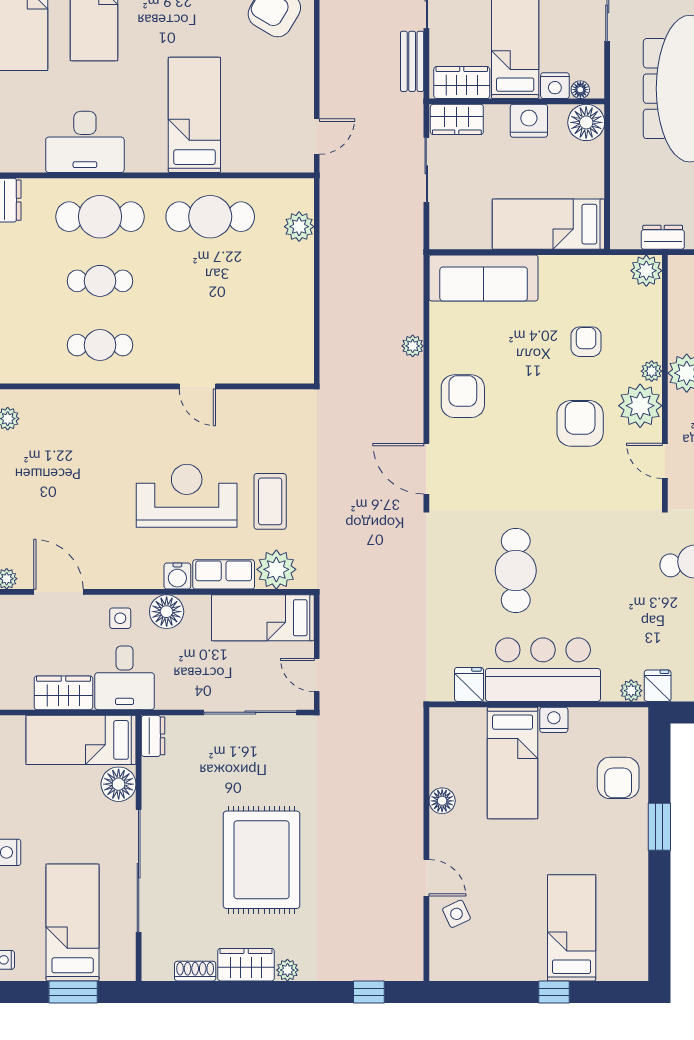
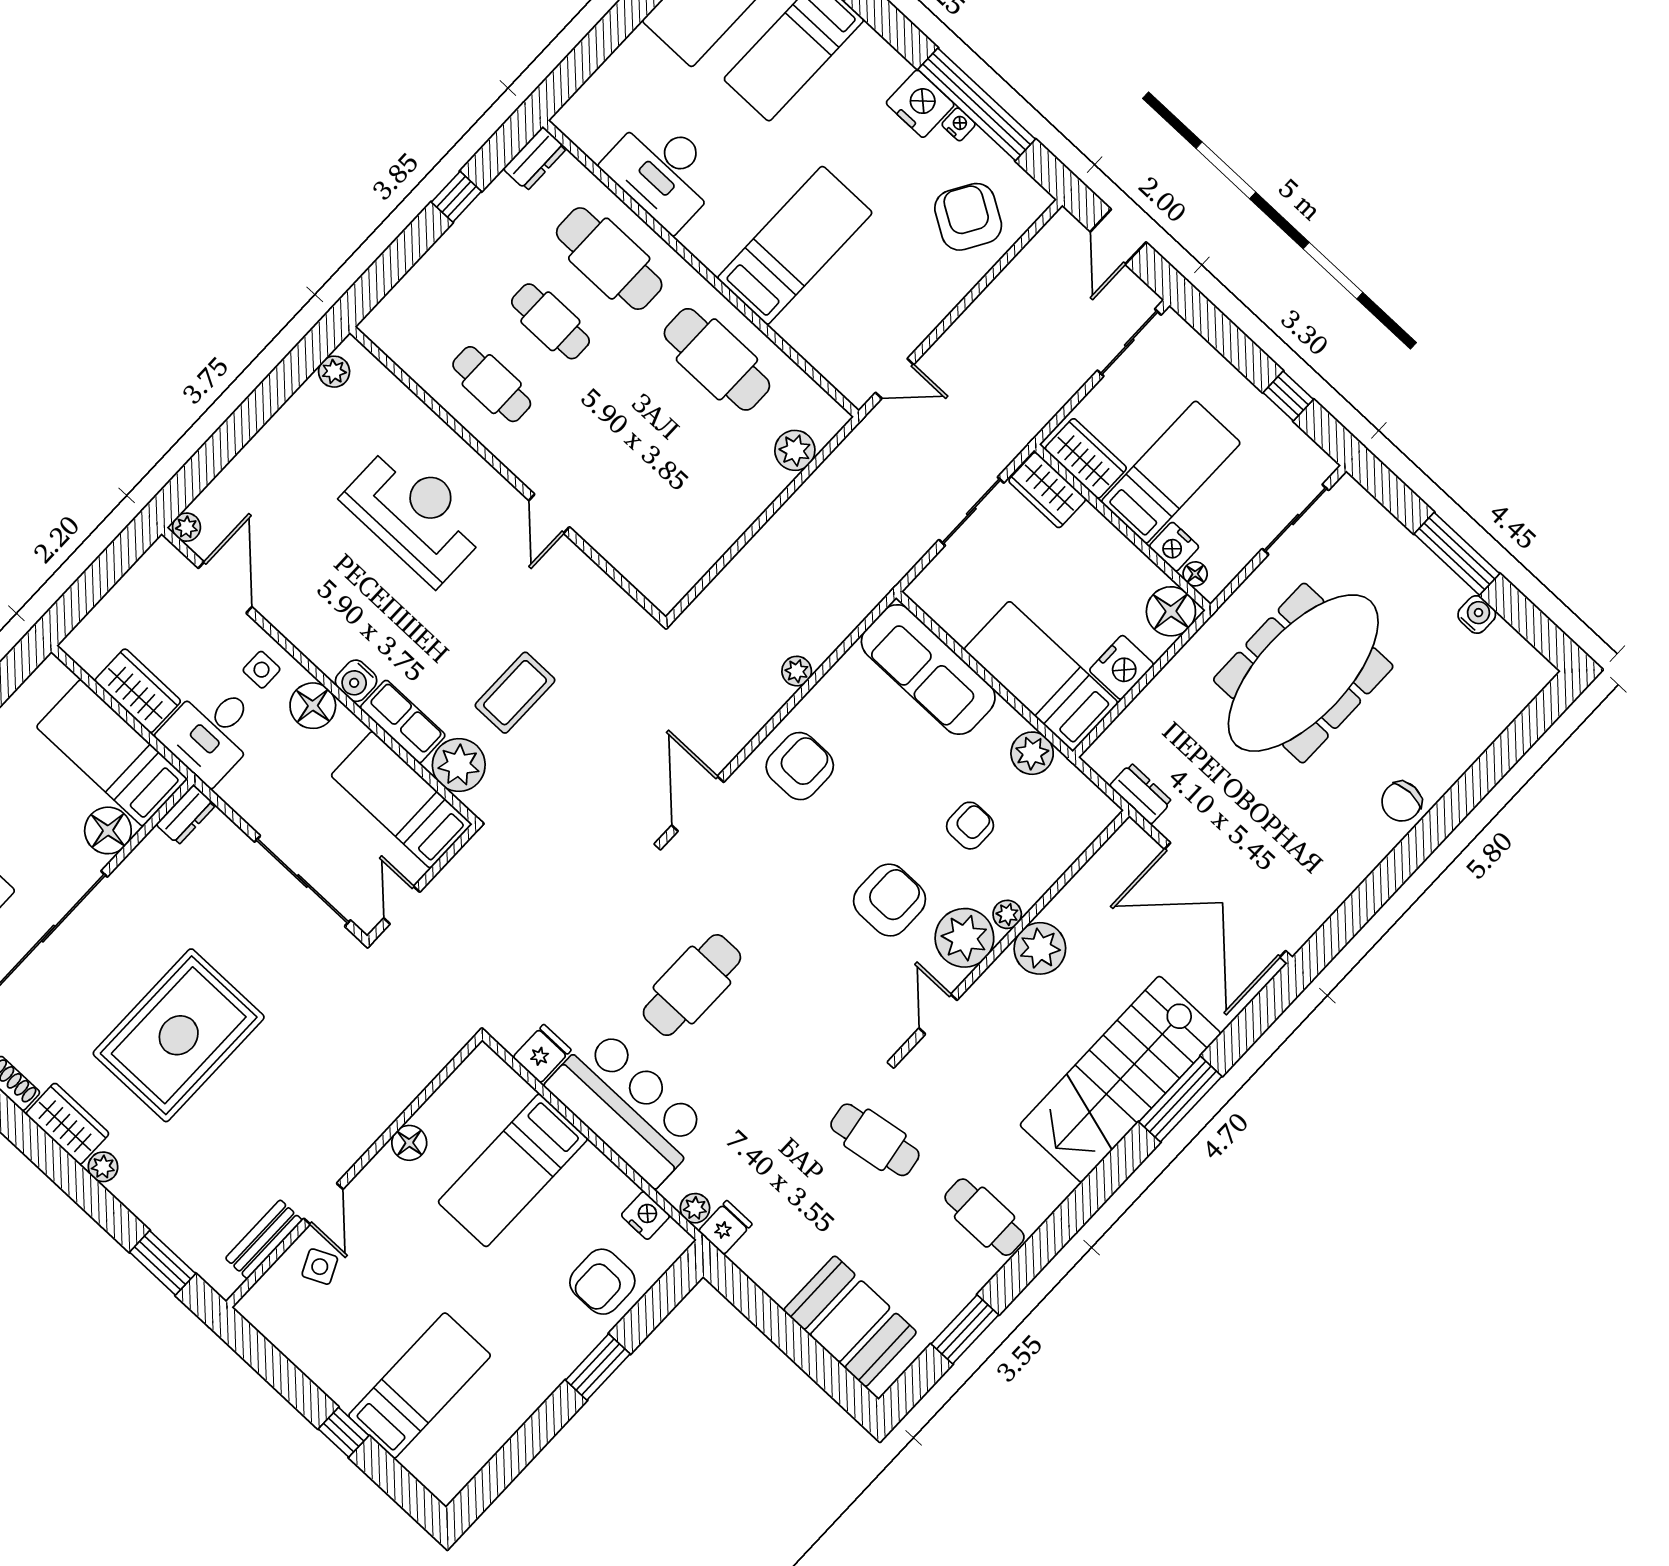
bench: (412, 61) -> (264, 1239), moved
nightstand: (529, 121) -> (1122, 667), moved, turned 90
plant: (646, 271) -> (1032, 753), moved
reception desk: (187, 496) -> (415, 514), moved
nightstand: (554, 720) -> (646, 1215), moved
window: (369, 992) -> (163, 1263), width x1.50

